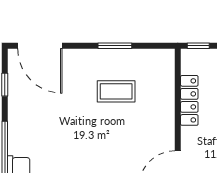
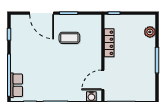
door: (40, 46) -> (42, 13), moved

